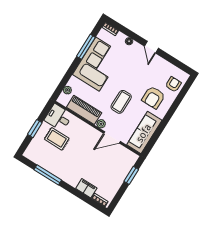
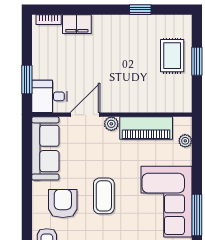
coffee table: (121, 102) -> (104, 196), moved
desk: (58, 117) -> (49, 96), moved, turned 180
rug: (57, 139) -> (172, 56), moved, turned 90
window: (48, 175) -> (140, 10), width x0.46

